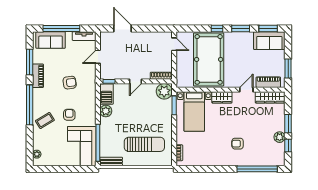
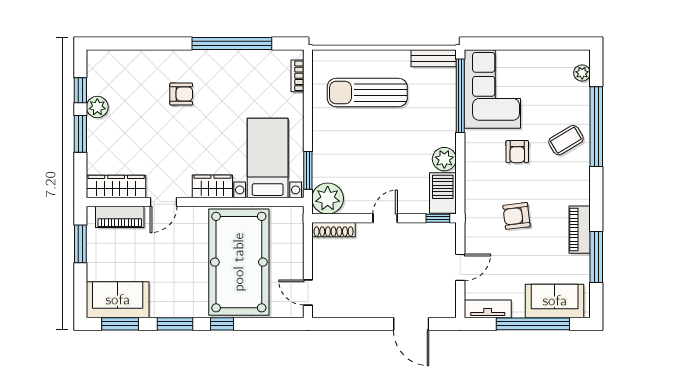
window: (30, 105) -> (596, 127), moved
window: (257, 169) -> (232, 44), moved

